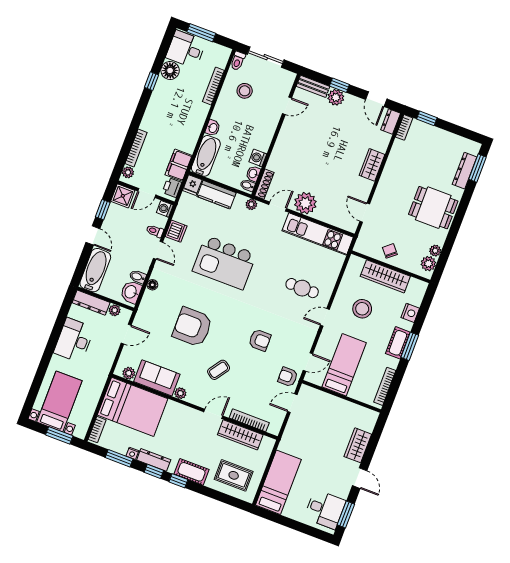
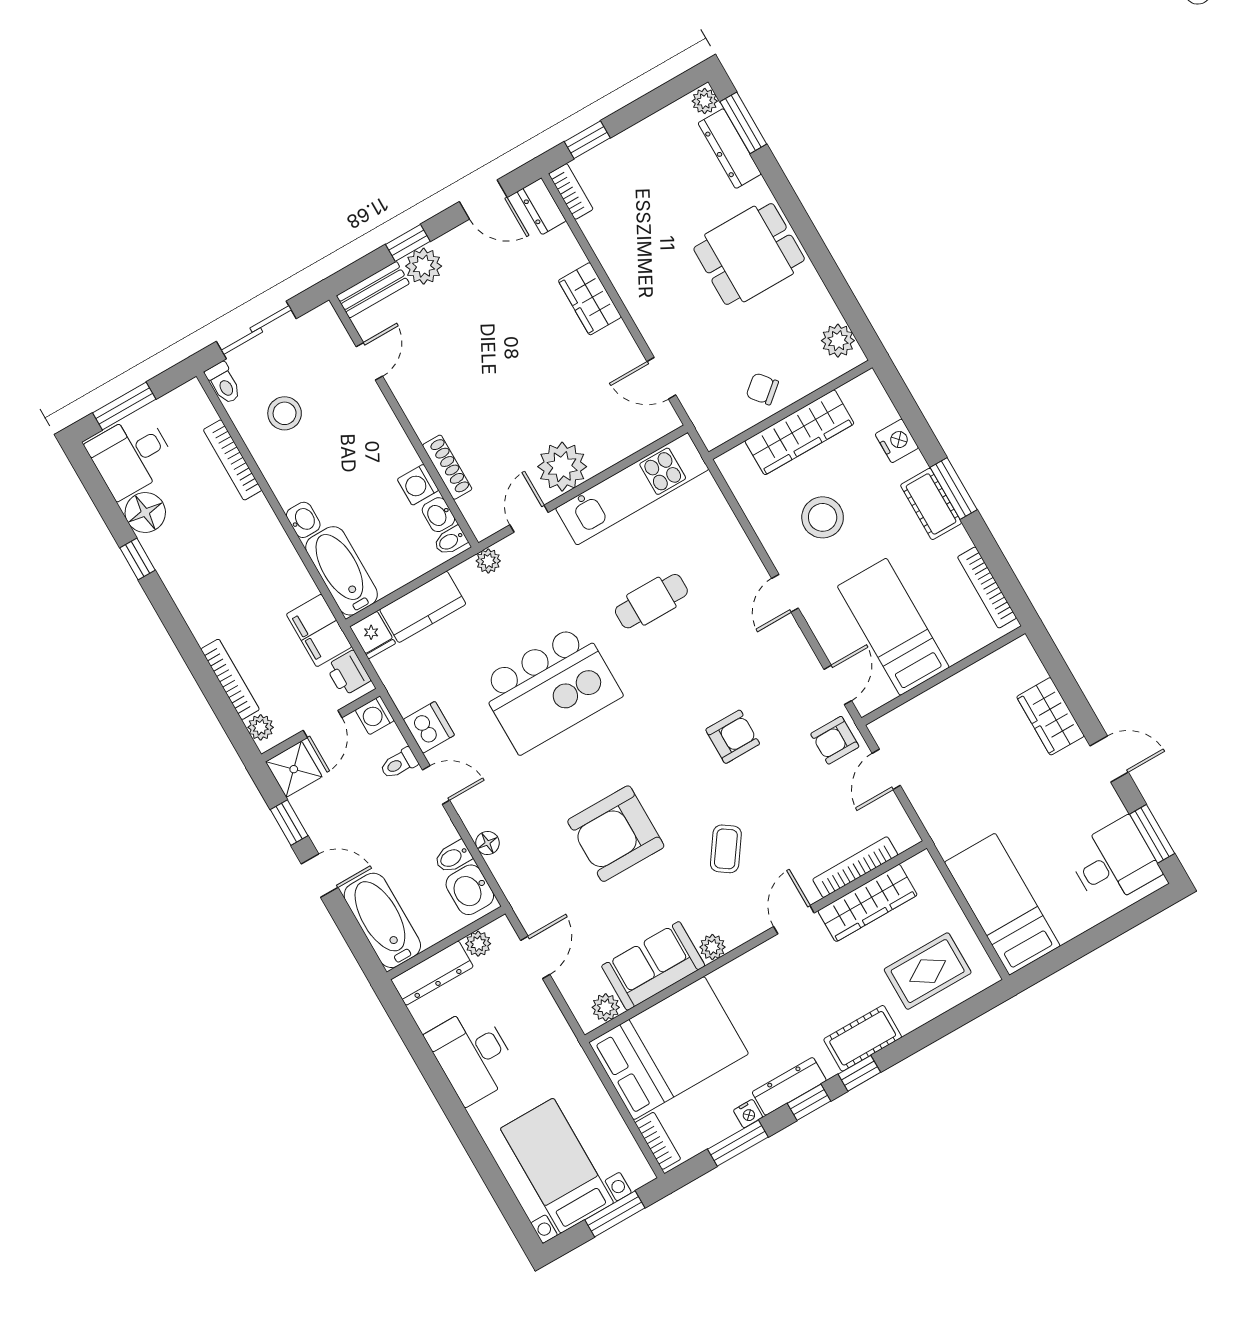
shoe rack: (264, 184) -> (447, 467), moved
plant: (435, 251) -> (705, 101), moved
cafe table: (302, 288) -> (651, 601), moved

